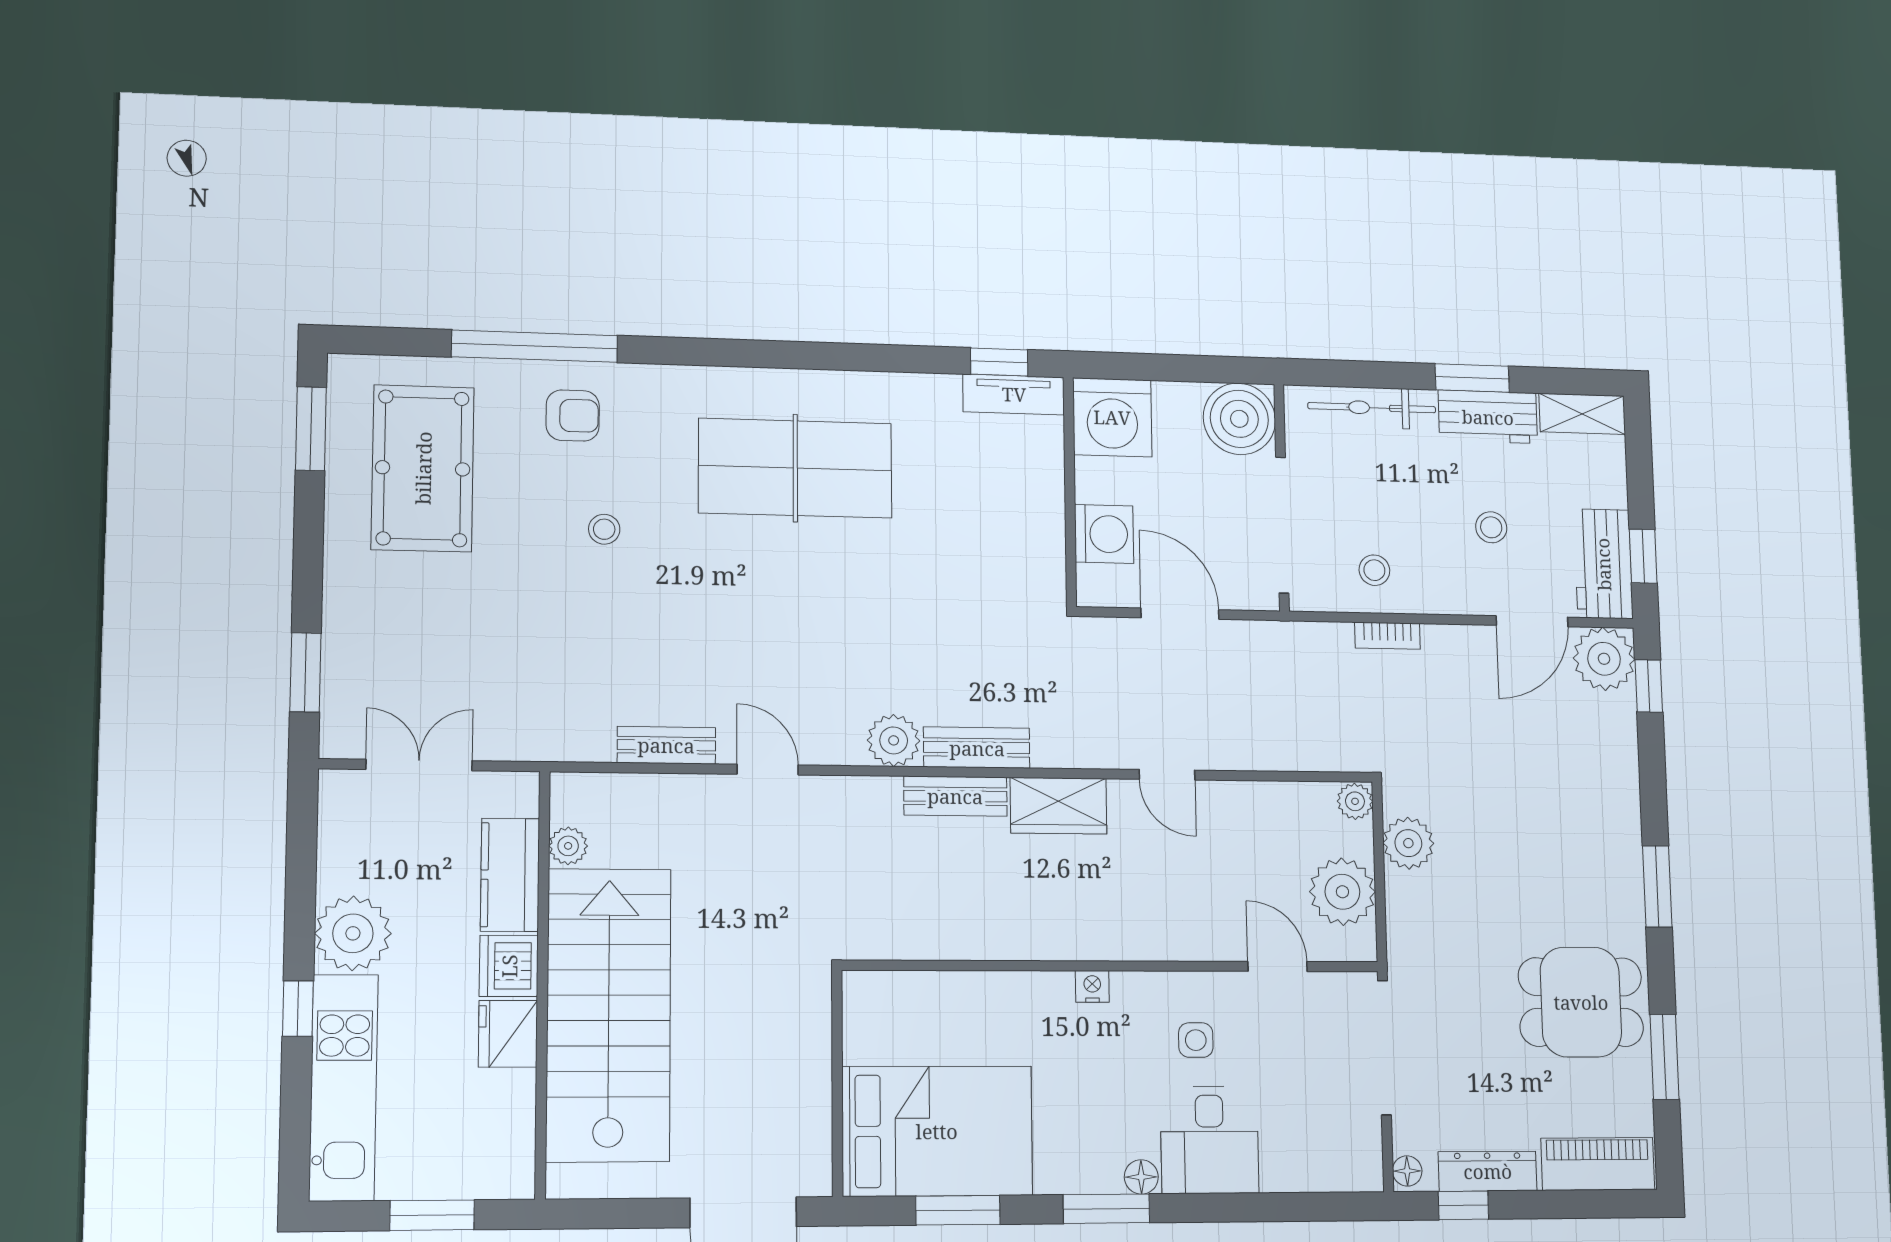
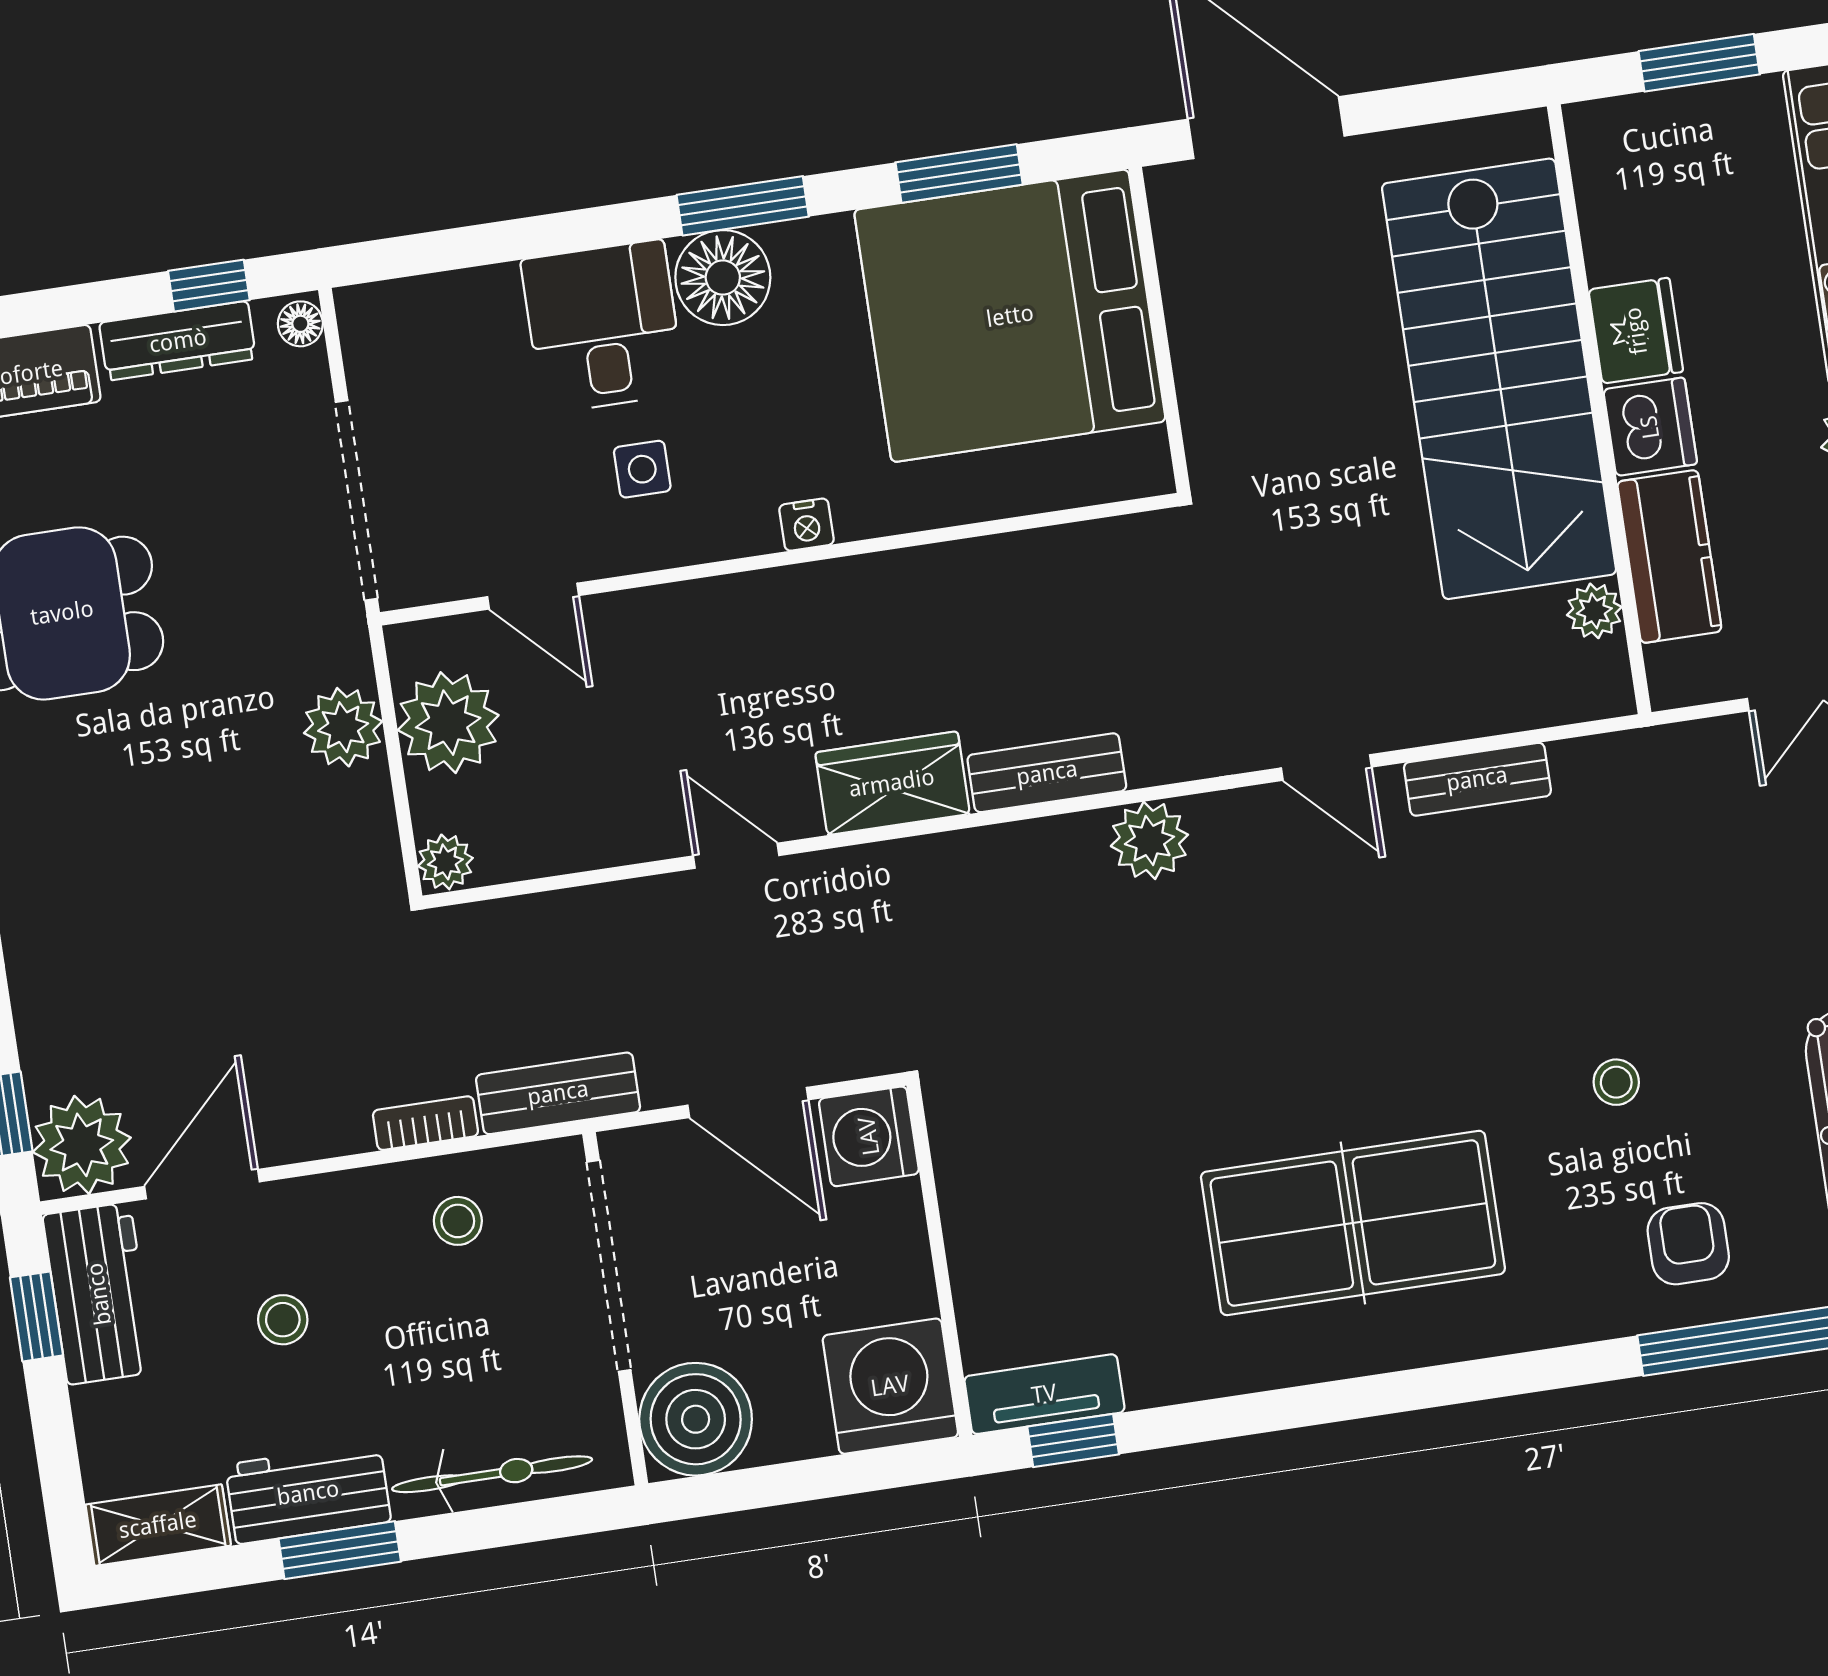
armchair: (573, 416) -> (1688, 1244), turned 90
washing machine: (1104, 534) -> (869, 1136), moved
bench: (977, 748) -> (558, 1093), moved
plant: (1408, 843) -> (343, 727), moved
bed: (937, 1131) -> (1010, 316), width x1.36
floor lamp: (1141, 1177) -> (723, 278), width x1.89, depth x1.89

